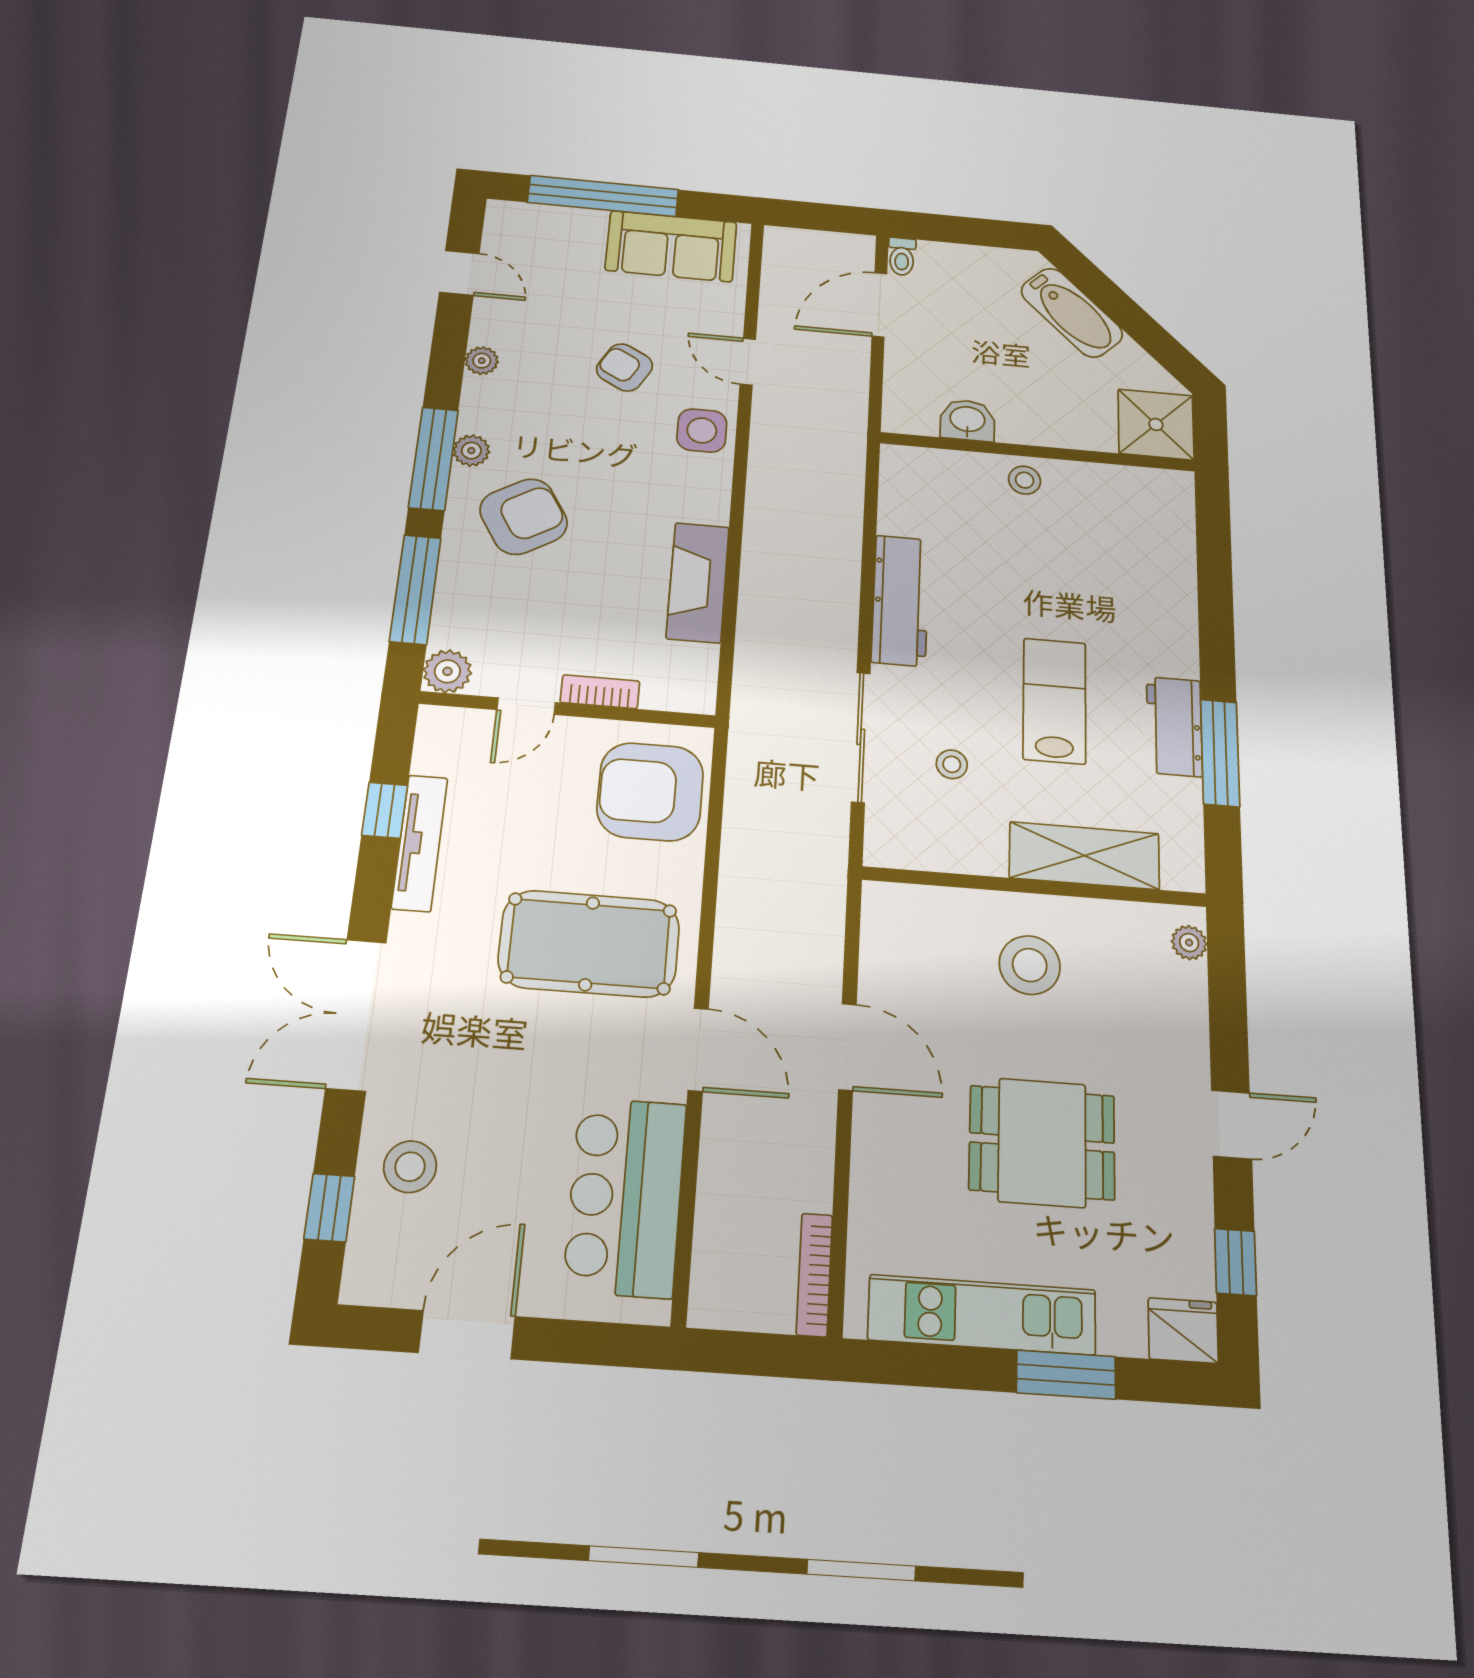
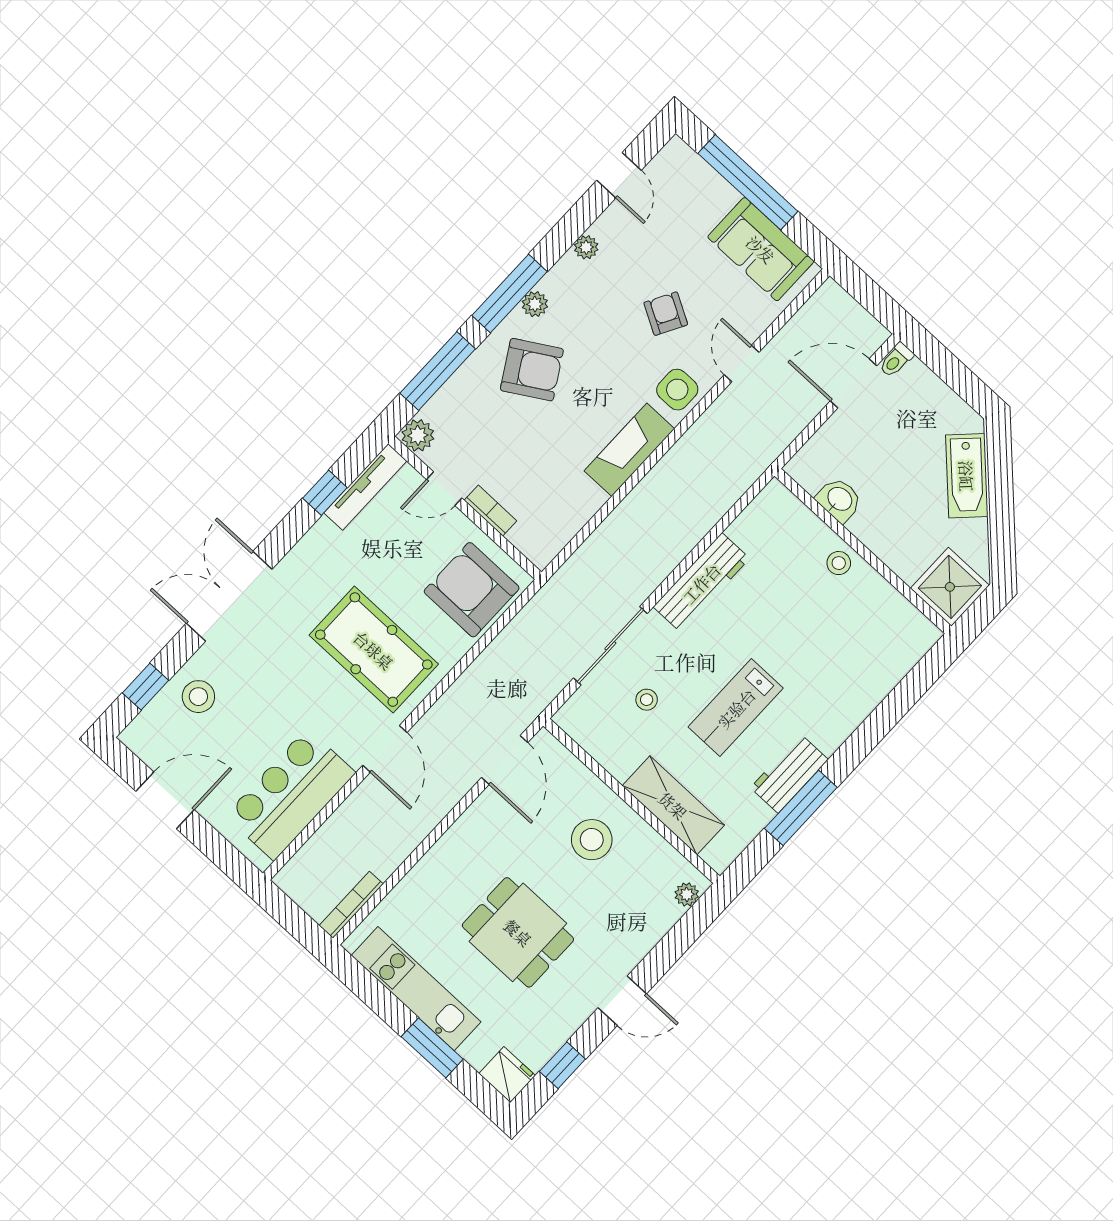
fireplace: (698, 582) -> (629, 450), moved
lab bench: (1055, 701) -> (736, 708), turned 180
tv unit: (420, 843) -> (365, 487), moved
door: (847, 1047) -> (505, 760), moved

